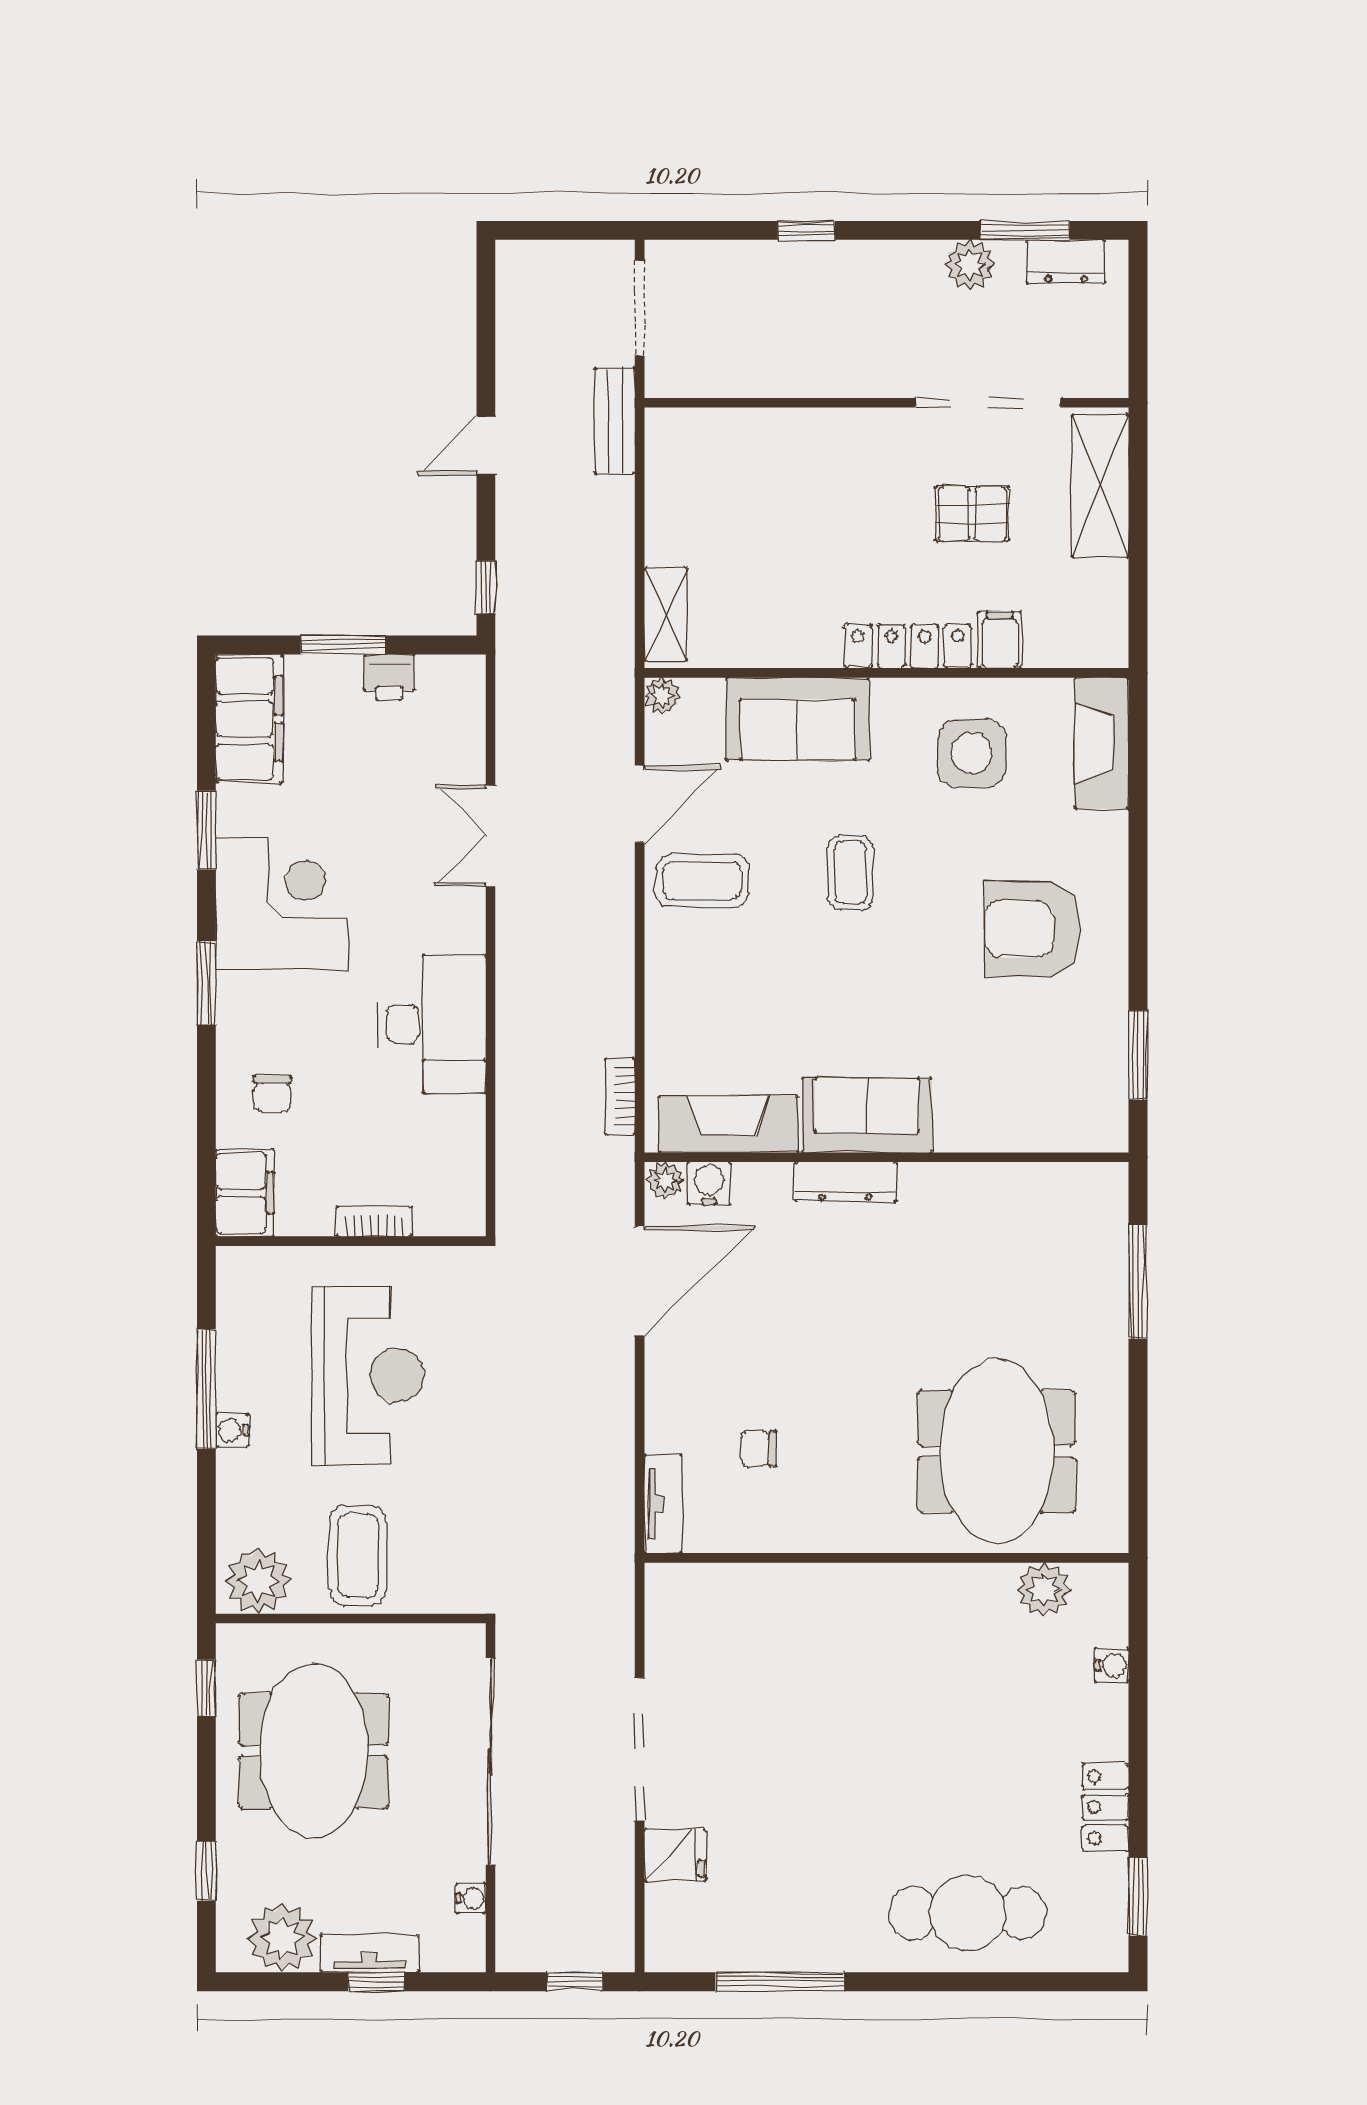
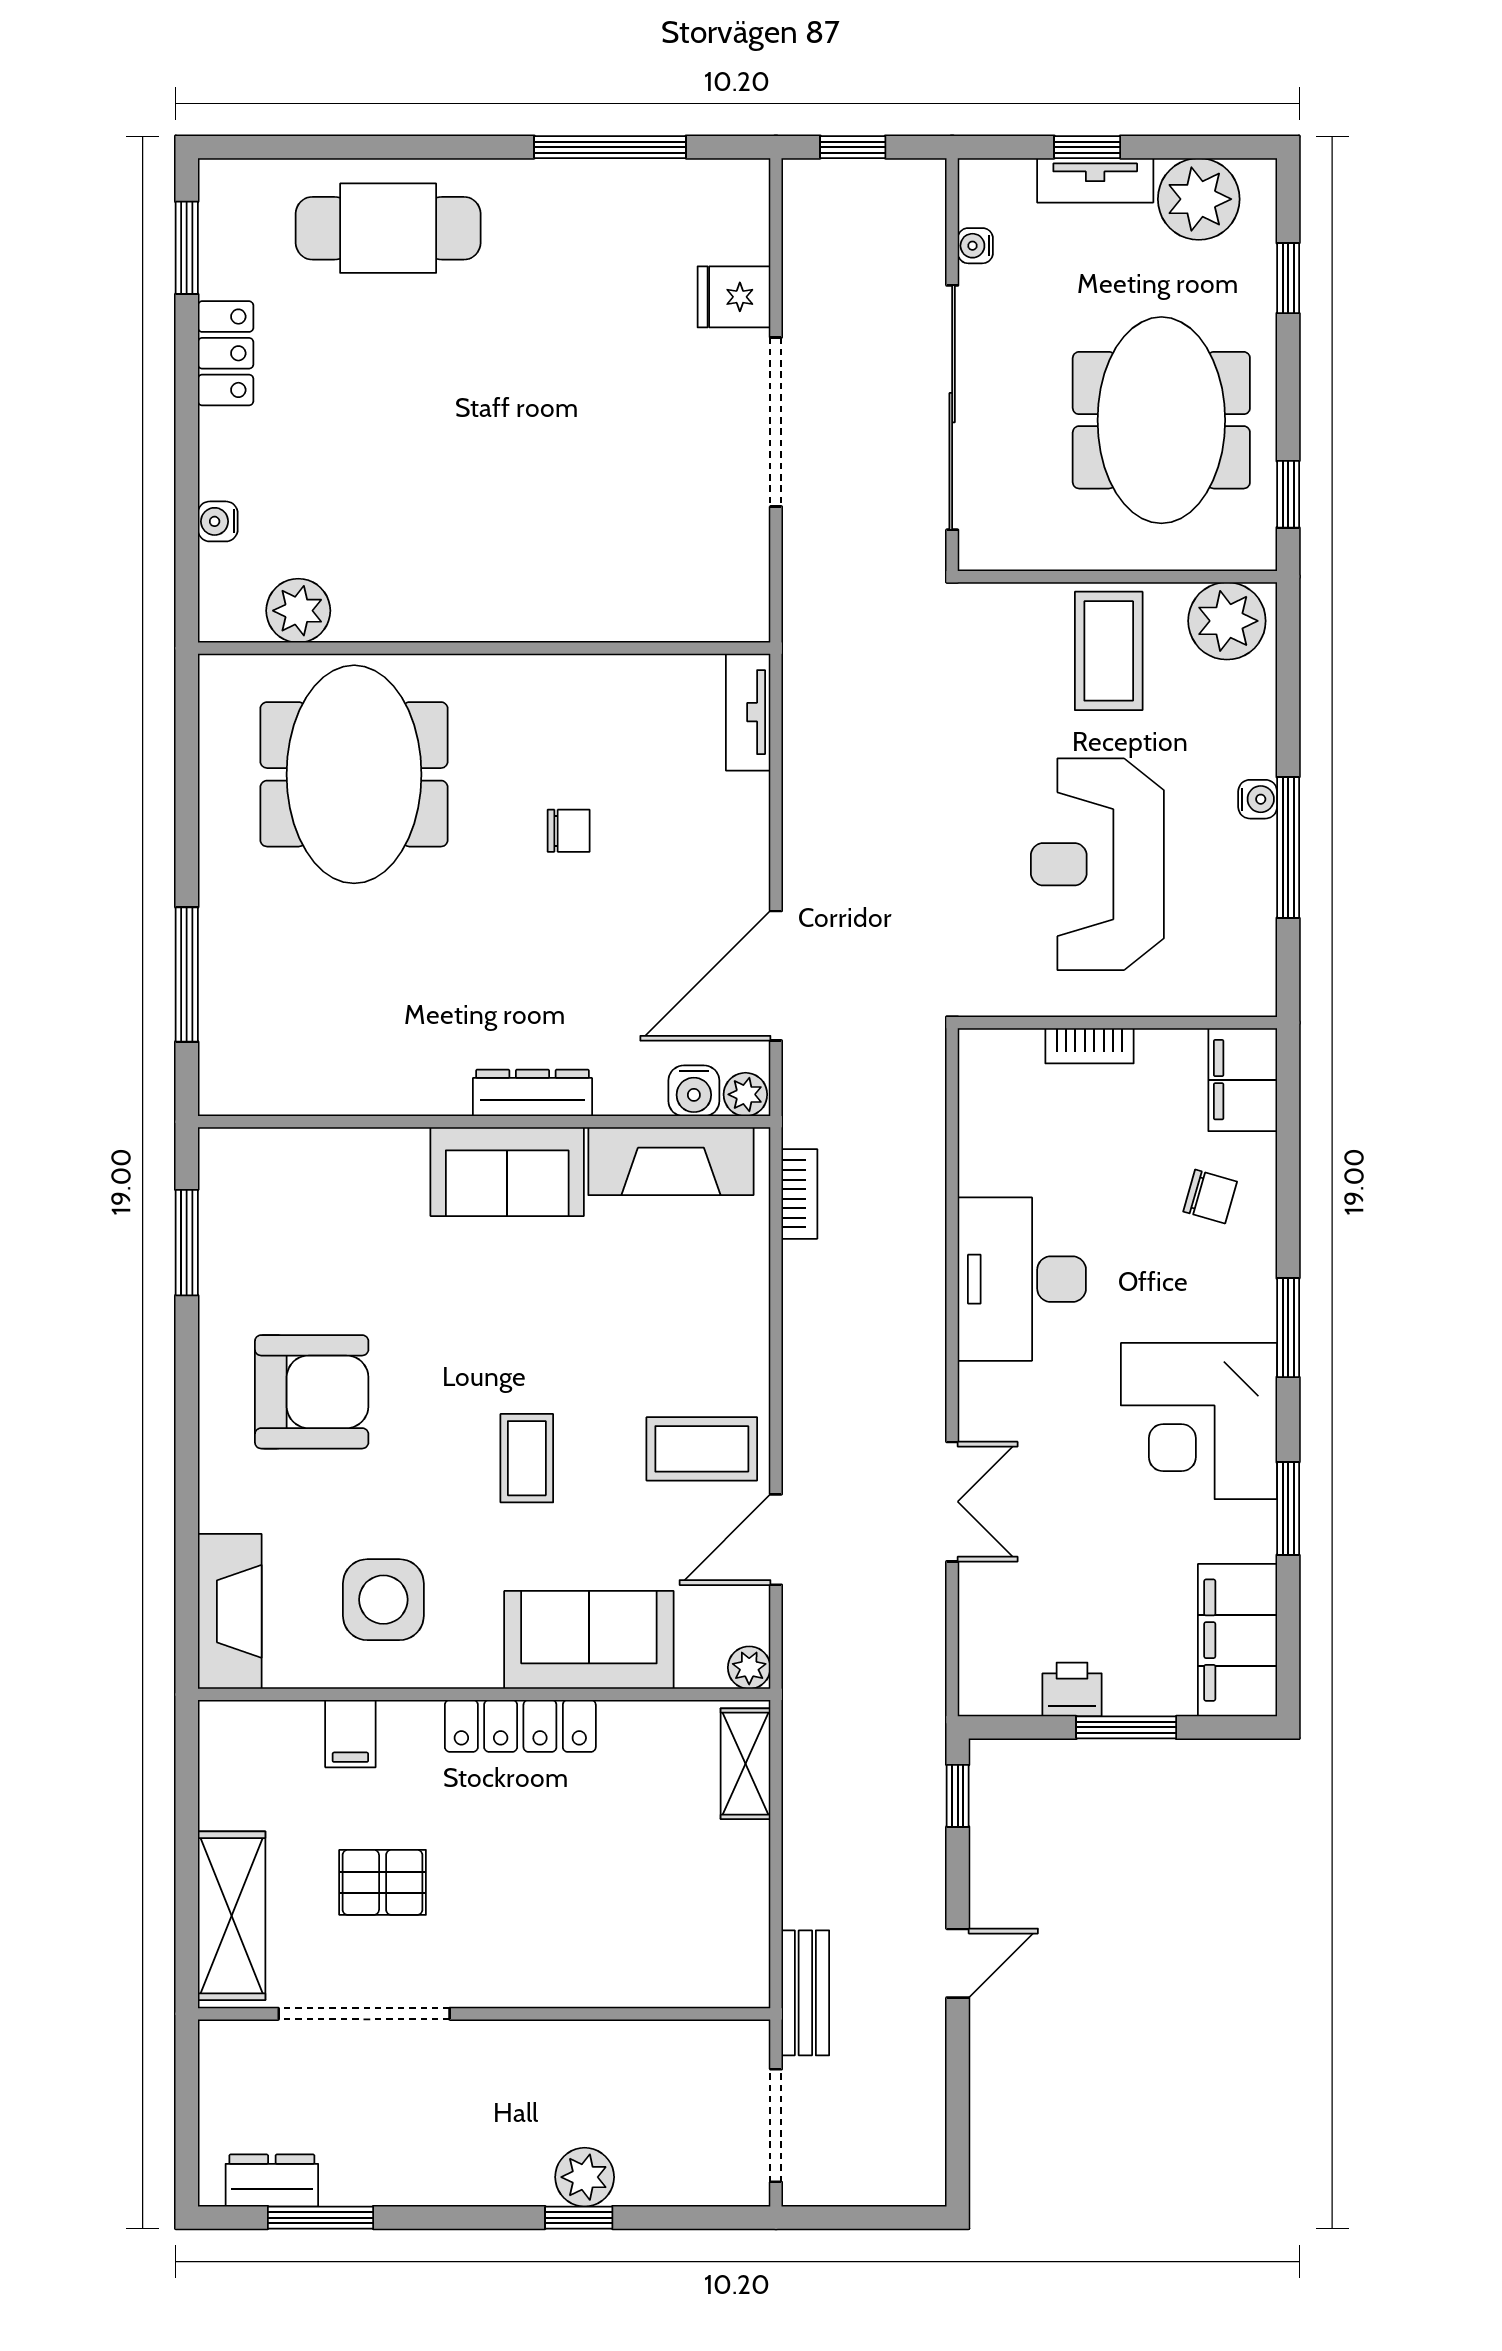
plant: (970, 265) -> (585, 2177), moved
locker: (908, 646) -> (520, 1726), moved
chair: (272, 1094) -> (1210, 1197), turned 106
chair: (758, 1449) -> (569, 831), moved

